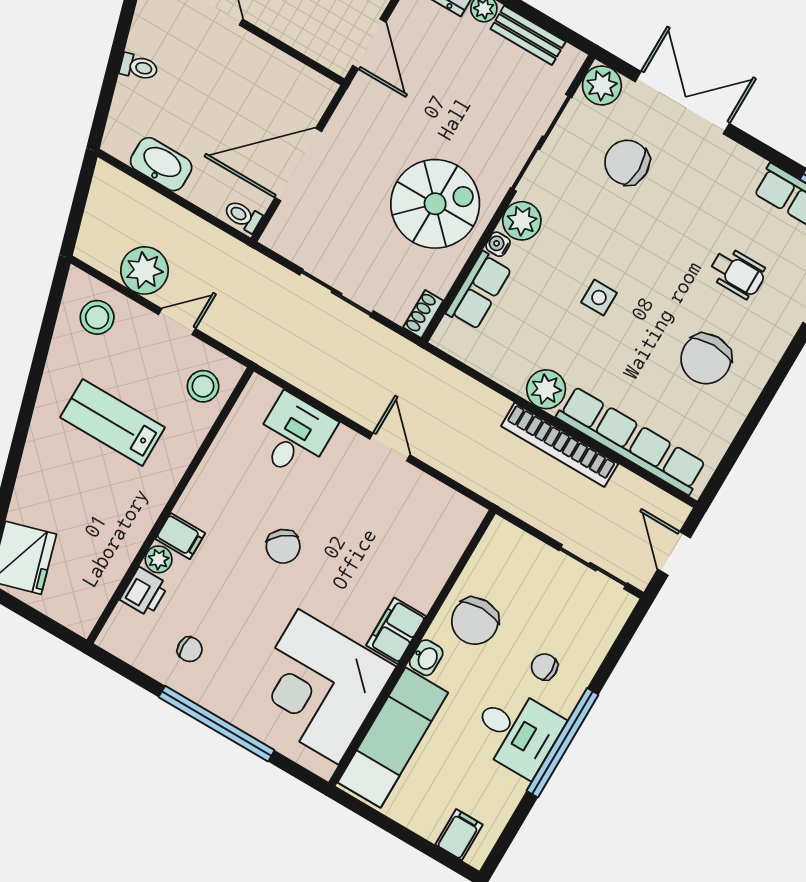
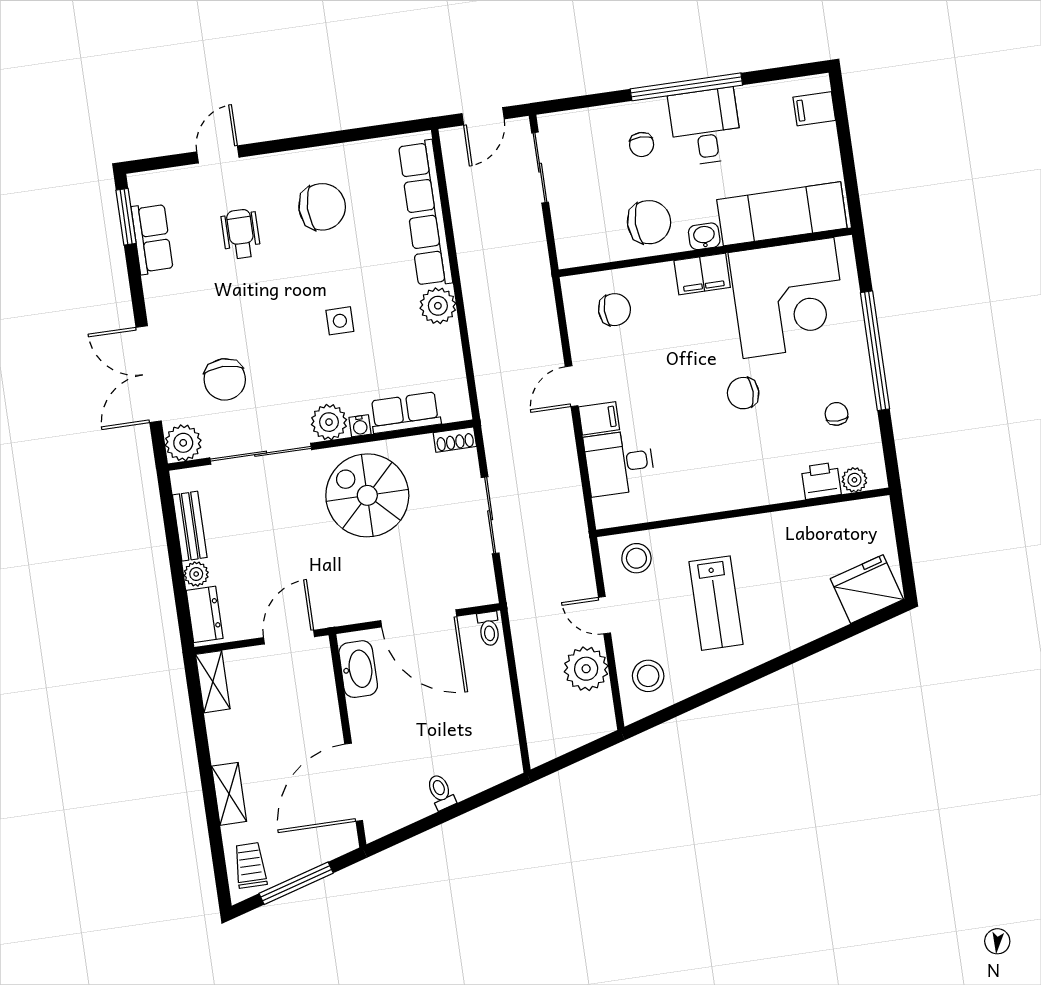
washbasin: (161, 164) -> (358, 669), moved, turned 180
bookcase: (560, 445) -> (471, 263), removed
chair: (425, 534) -> (614, 310), added
filing cabinet: (180, 536) -> (599, 418), moved, turned 90
chair: (283, 546) -> (743, 393), moved, turned -141
plant: (159, 559) -> (854, 480), moved

